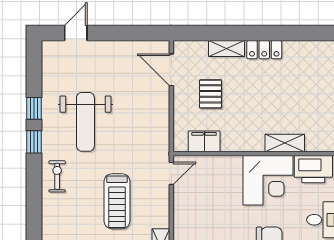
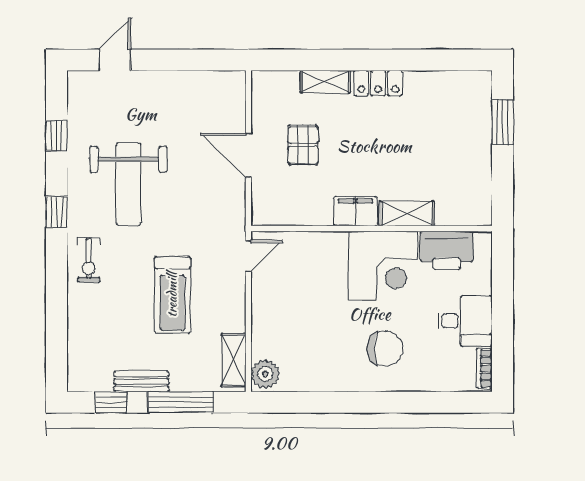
door: (171, 70) -> (248, 155), moved
window: (34, 108) -> (56, 136), moved
filing cabinet: (204, 141) -> (355, 211), moved
exercise bike: (57, 176) -> (89, 260), turned 180

